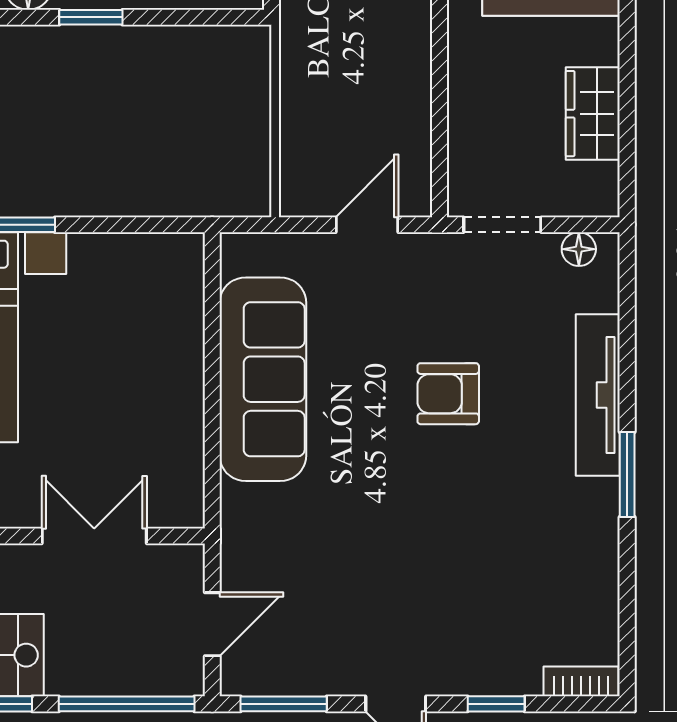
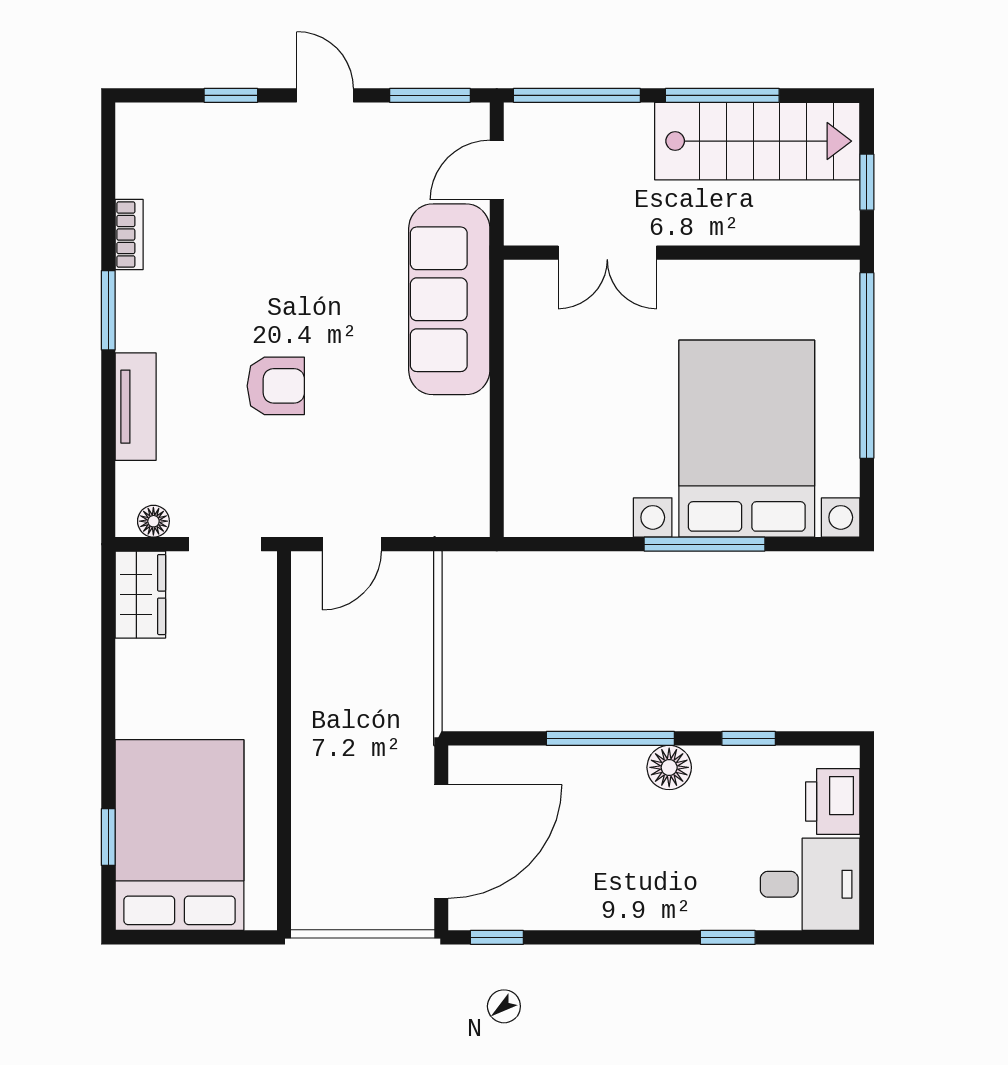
window: (91, 17) -> (610, 738), width x2.17
wardrobe: (593, 114) -> (140, 595), moved
sofa: (263, 379) -> (449, 299), moved
tv unit: (598, 395) -> (136, 407), width x0.71
bookcase: (581, 681) -> (129, 234), moved, turned -90

